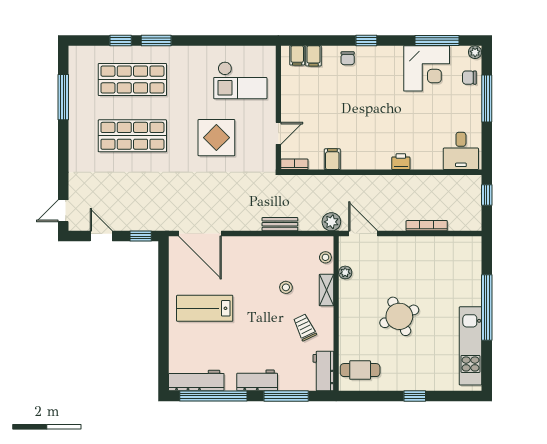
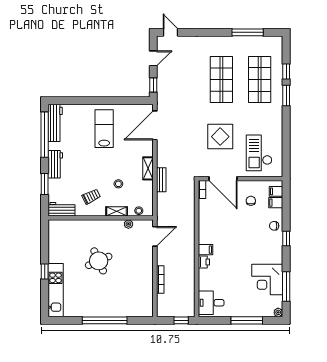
chair: (469, 78) -> (251, 201), moved
door: (278, 133) -> (223, 179), width x1.88
filing cabinet: (332, 159) -> (205, 250), moved
plant: (331, 222) -> (163, 215), removed
shelving: (263, 244) -> (148, 168), added
kitchen unit: (470, 346) -> (56, 290), moved, turned 90
cafe table: (360, 370) -> (62, 234), removed
window: (286, 396) -> (45, 184), width x0.69

